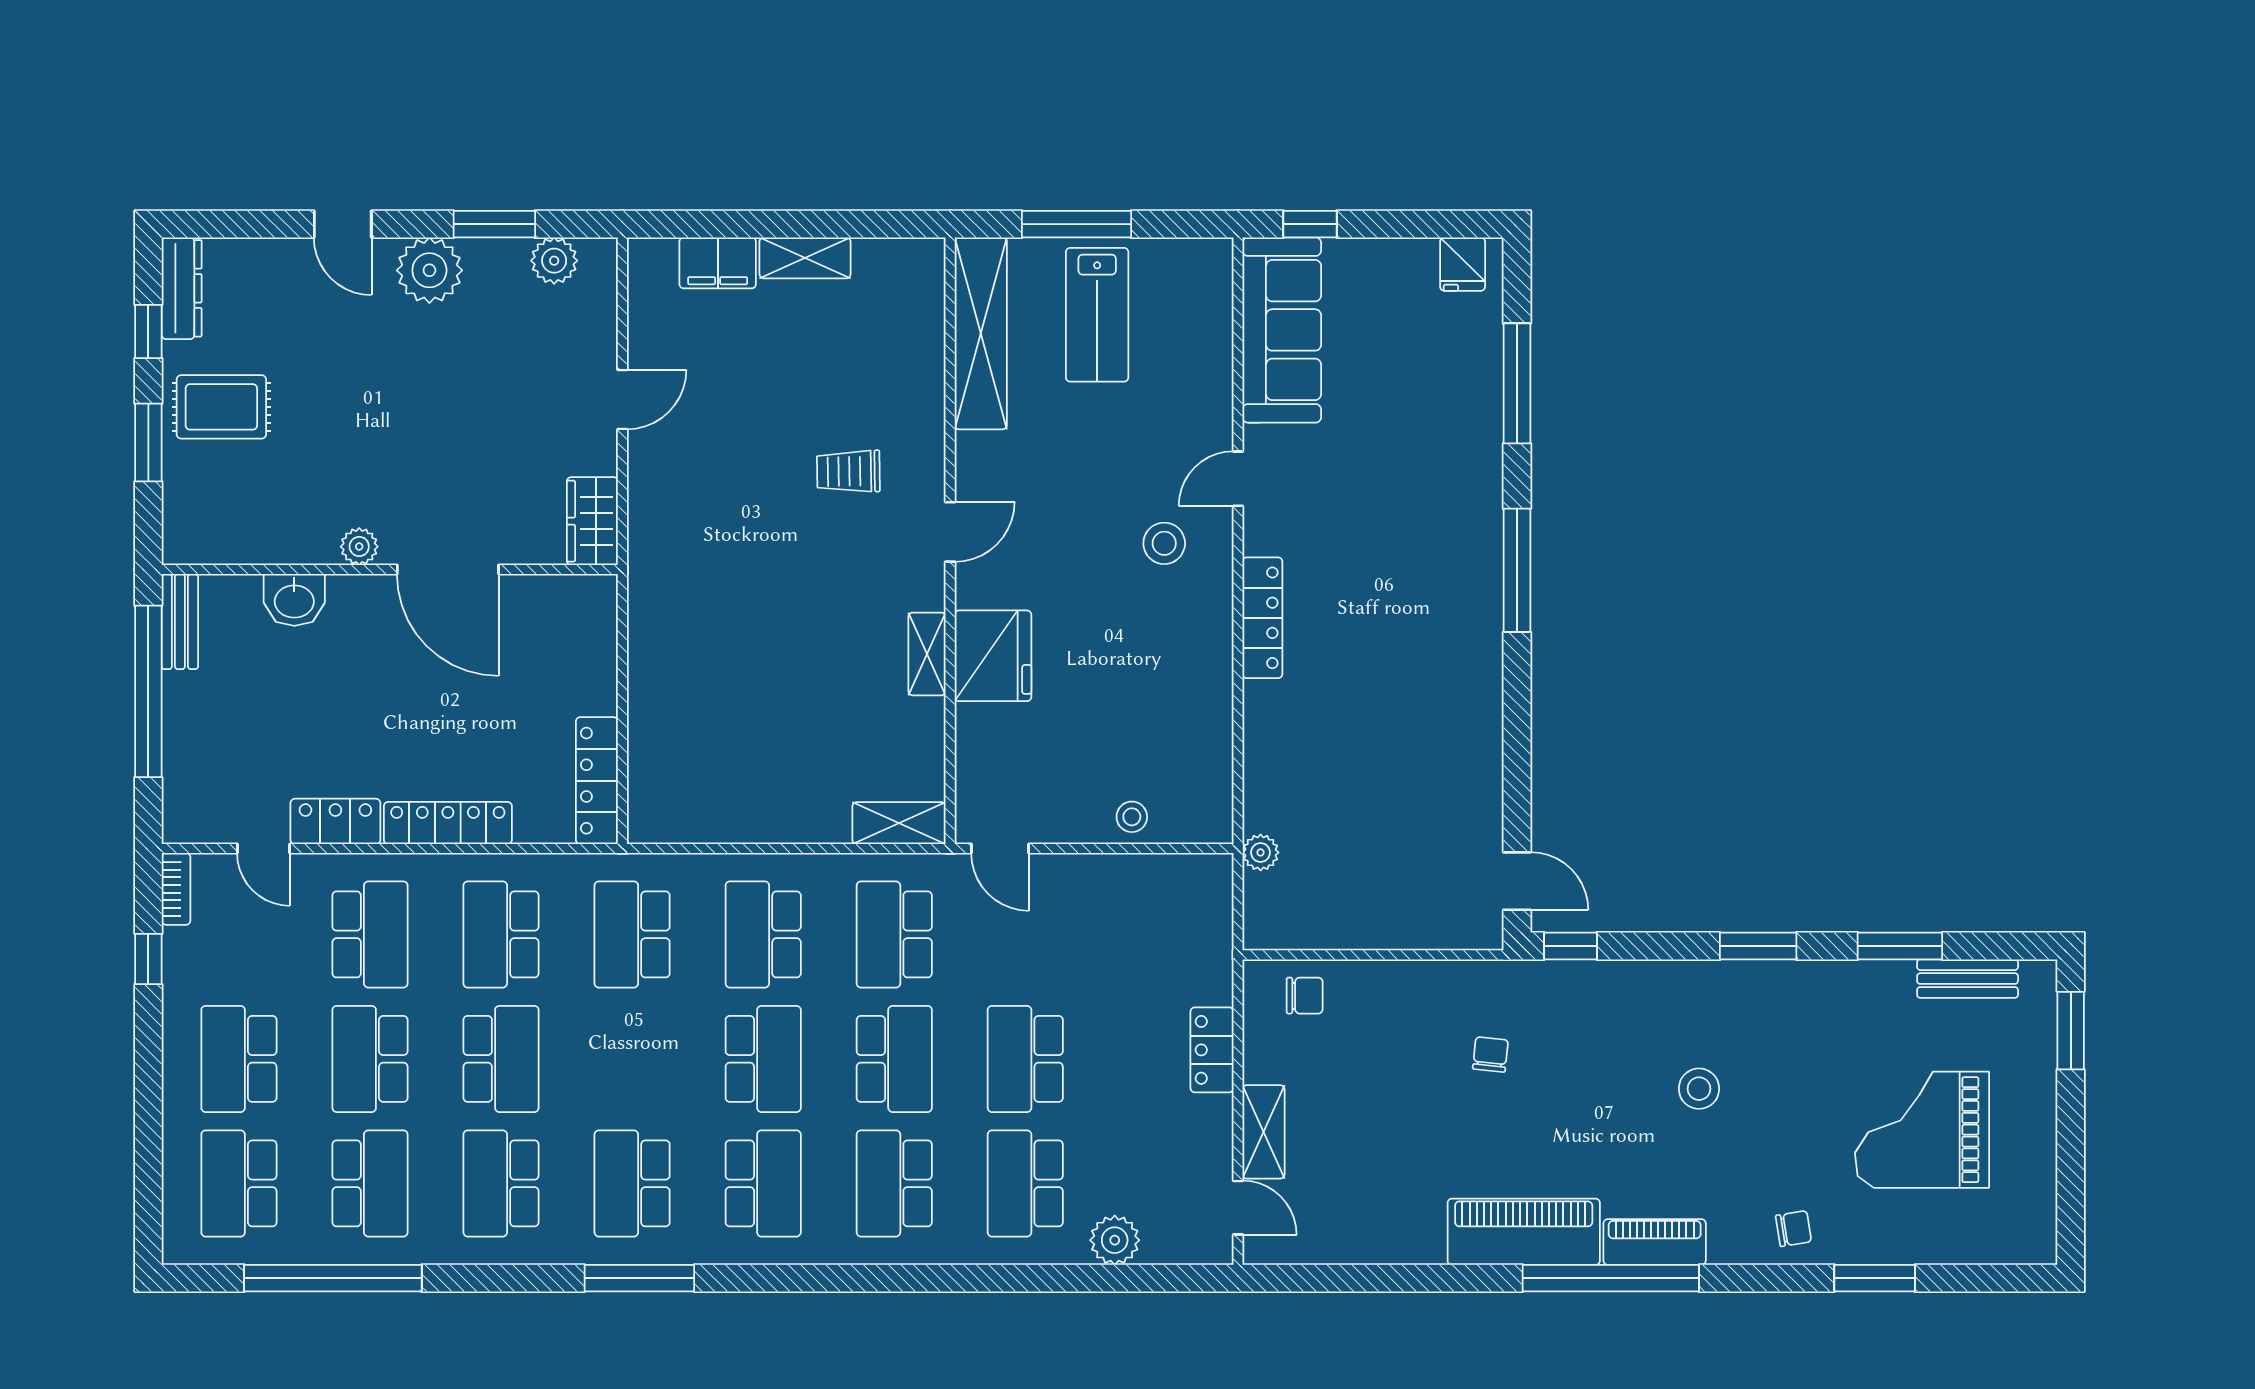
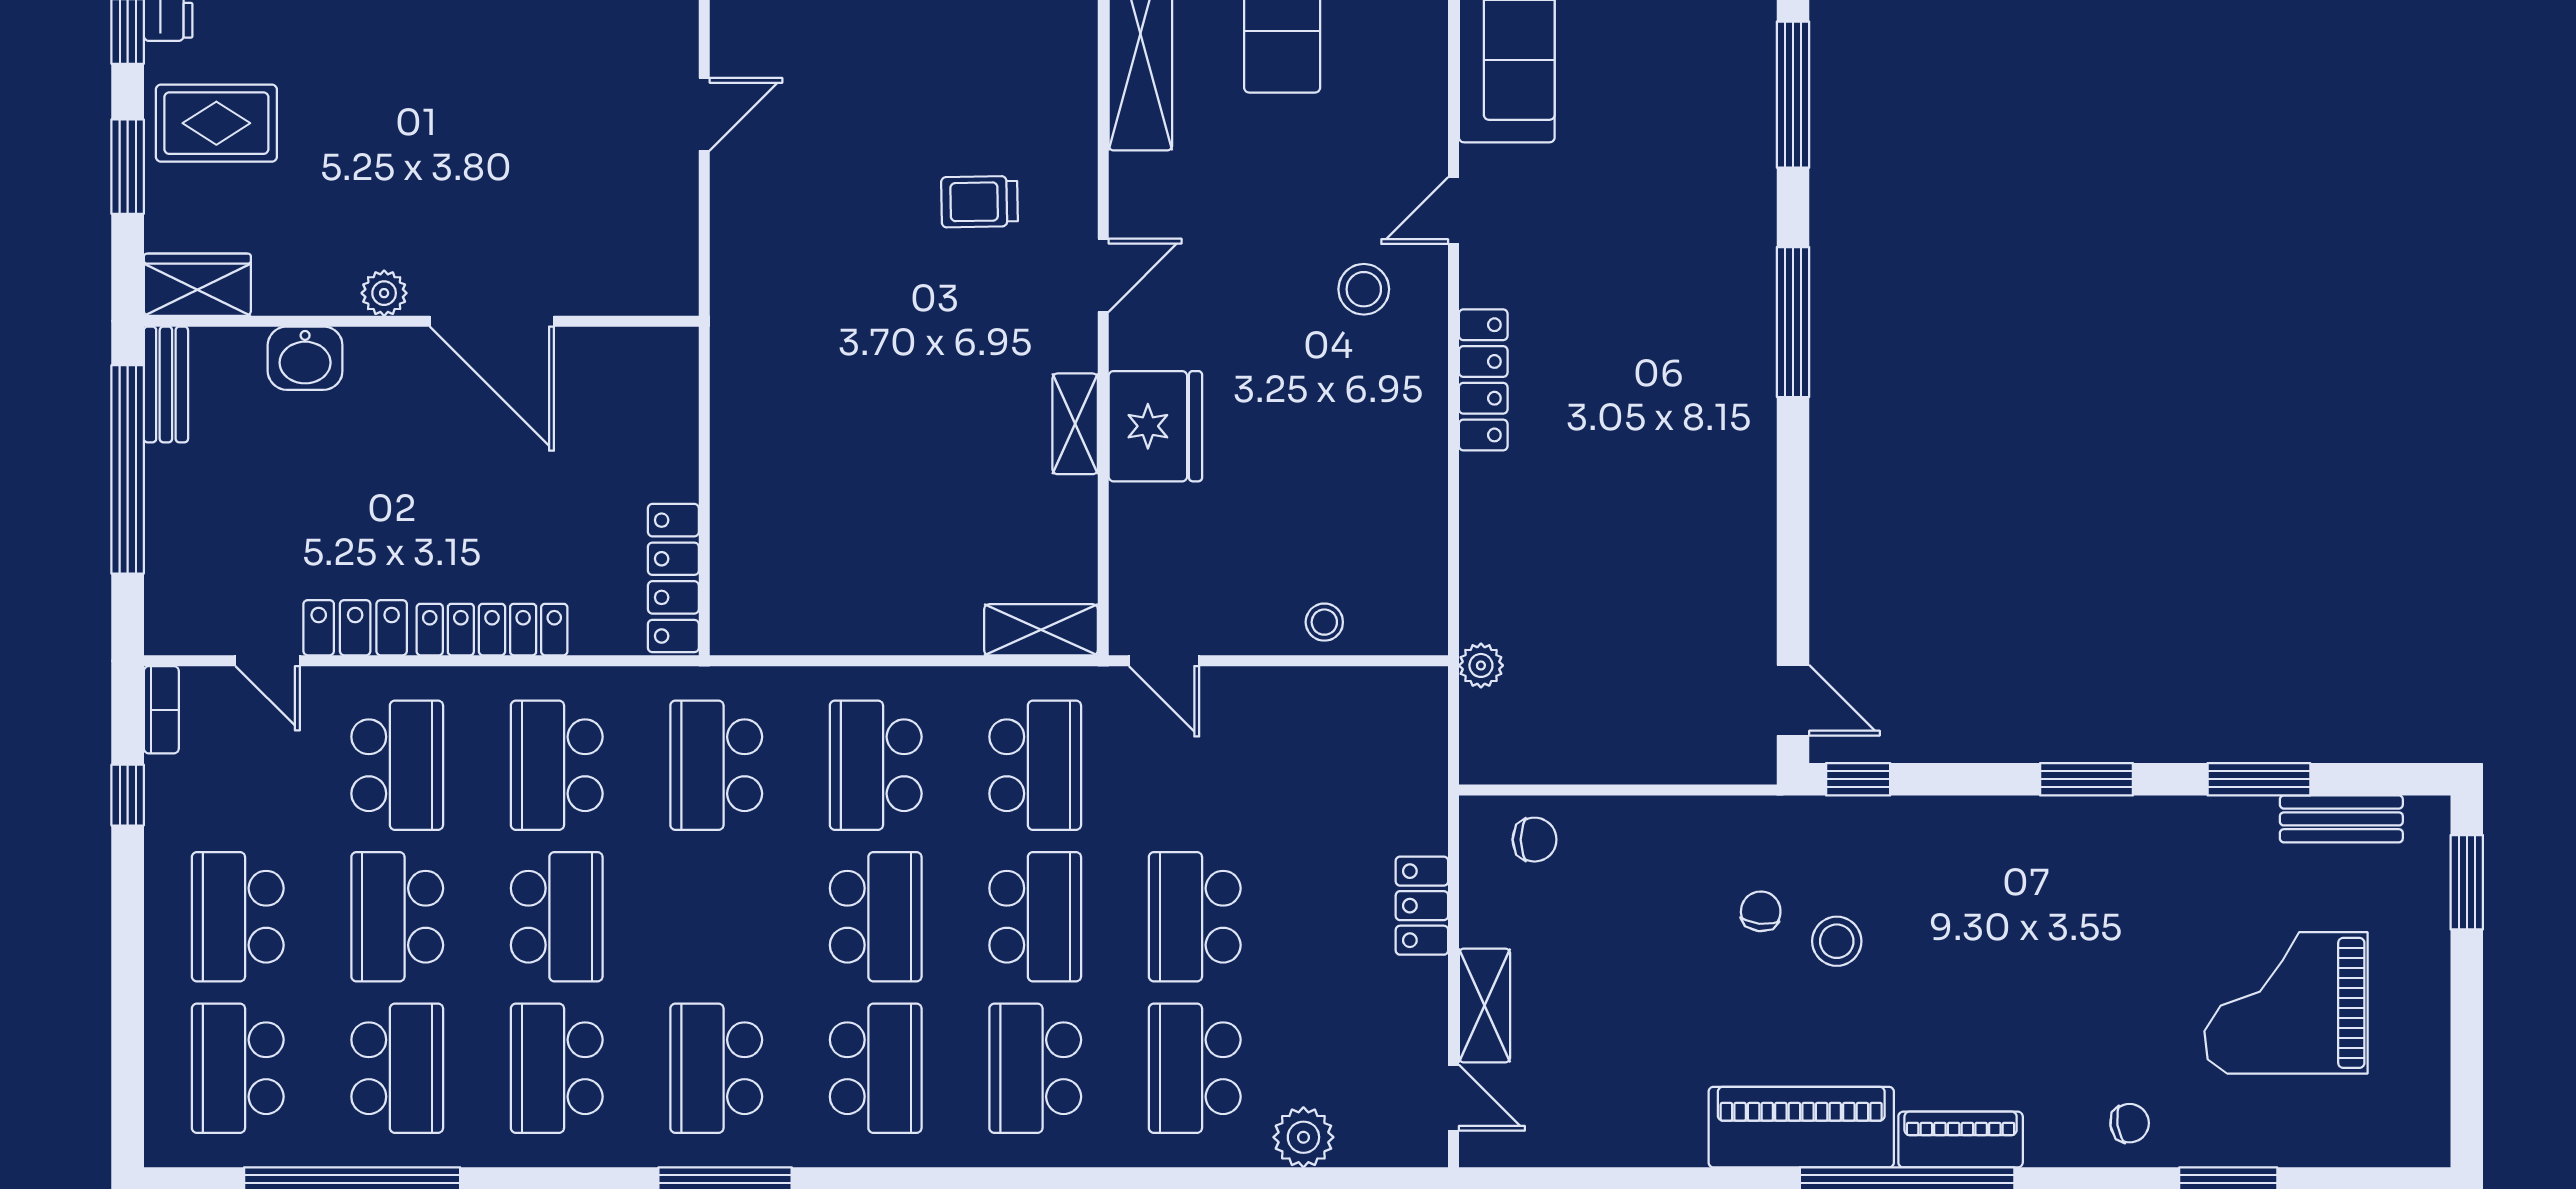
wardrobe: (592, 521) -> (197, 285), moved, turned 90
school desk: (894, 934) -> (1035, 765), turned 180
stool: (1699, 1089) -> (1837, 941), moved

